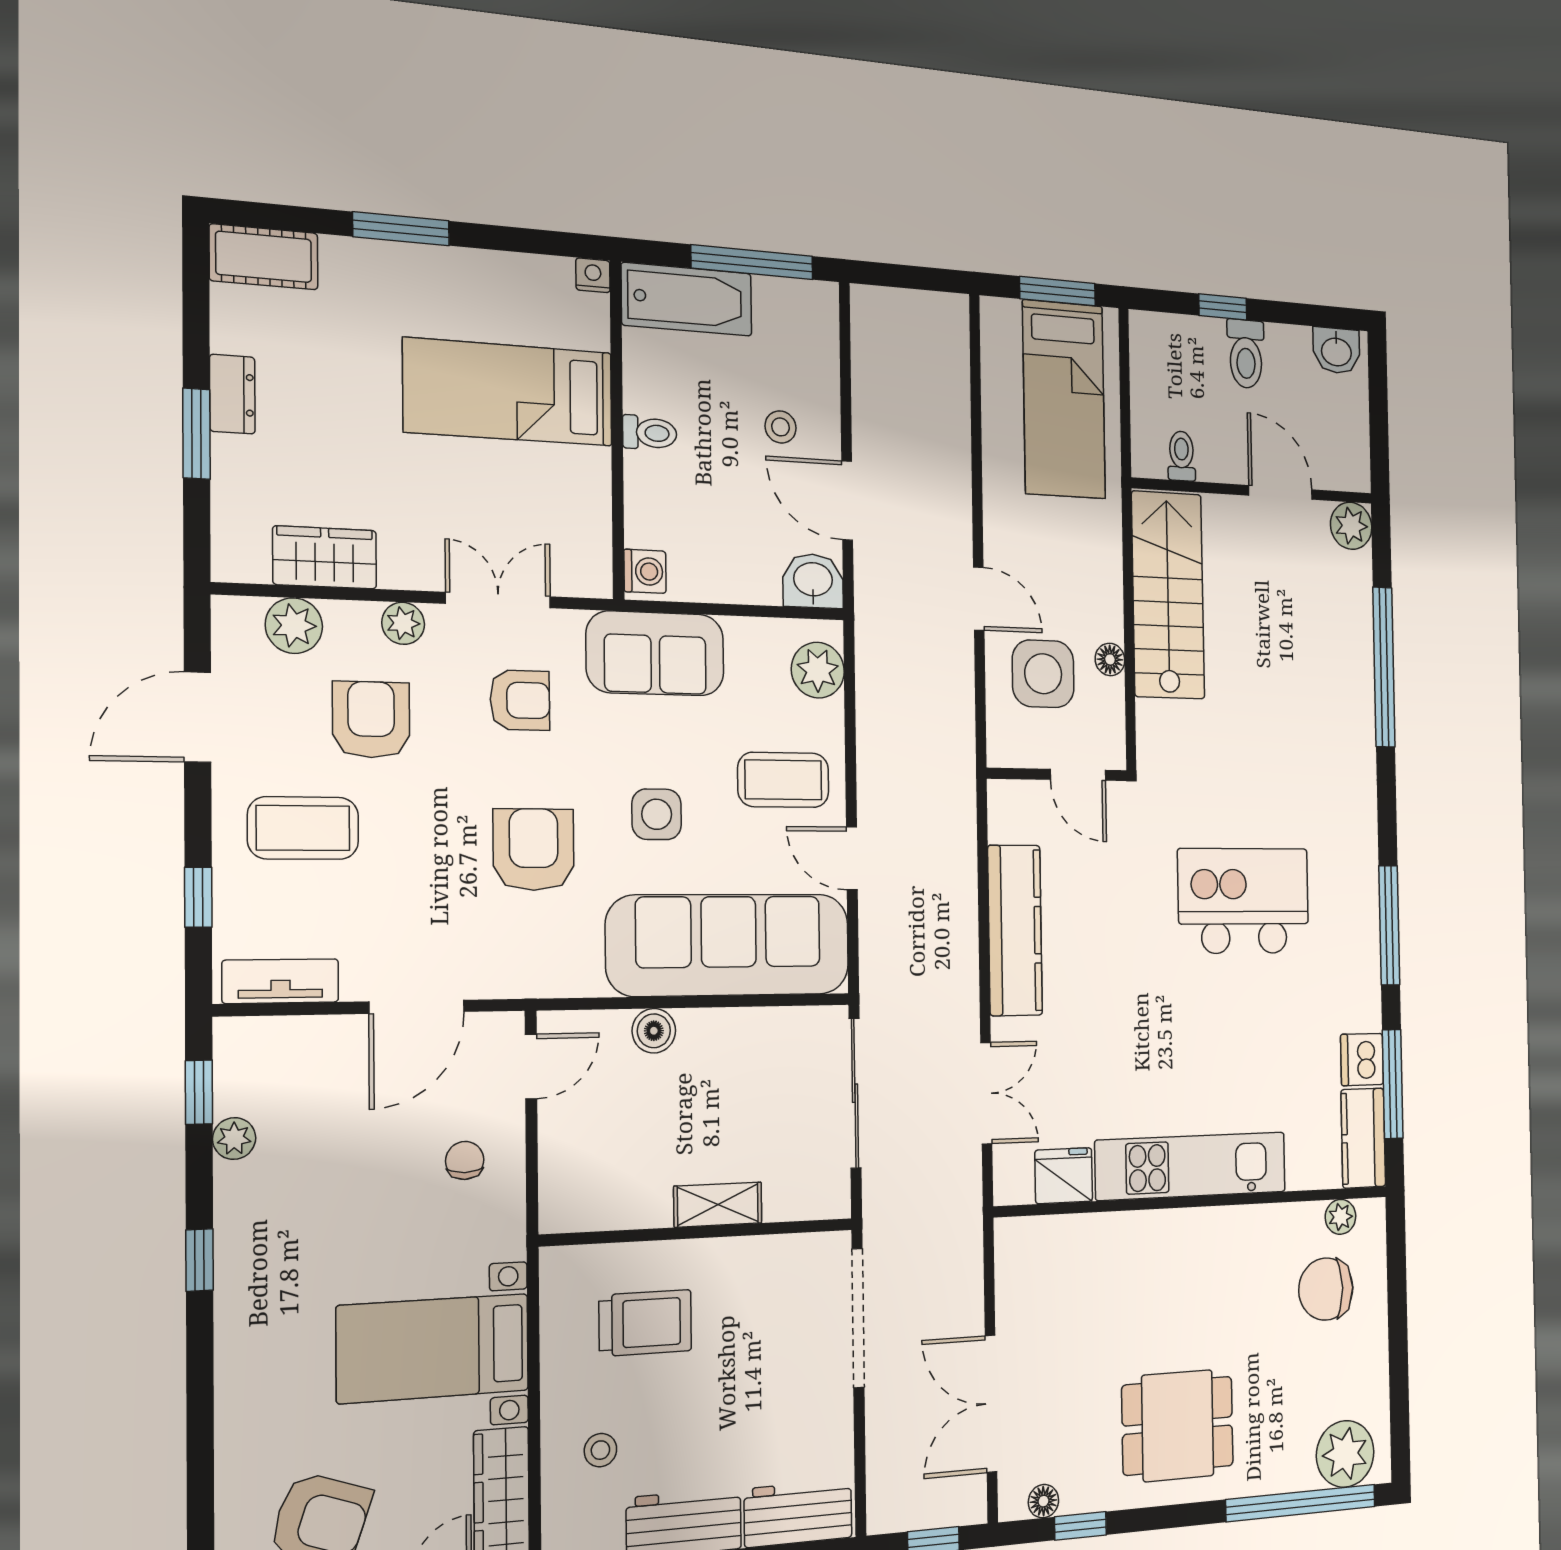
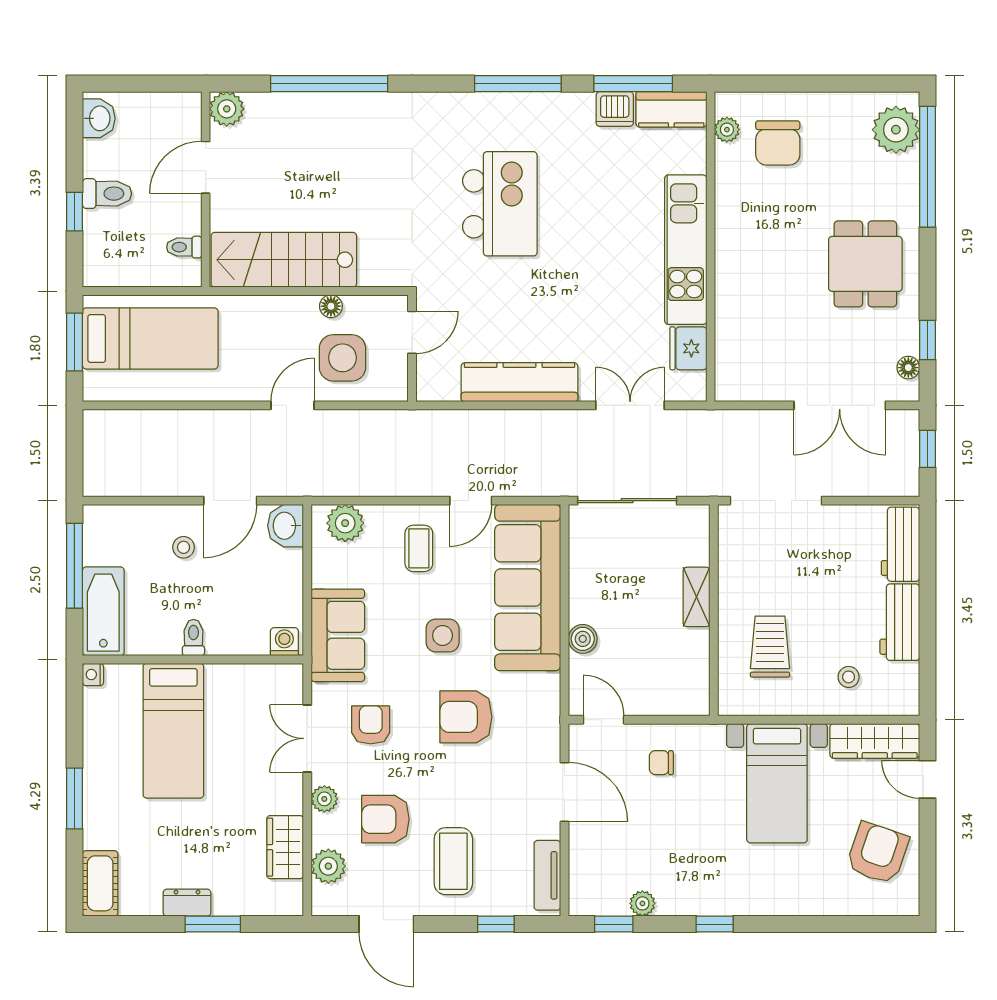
coffee table: (783, 780) -> (419, 548), width x0.73, depth x0.77
kitchen island: (1244, 901) -> (500, 204), turned 180

